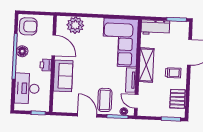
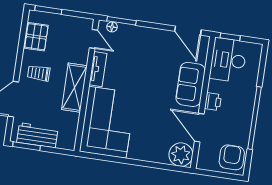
plant: (75, 25) -> (181, 155), moved
armchair: (28, 26) -> (232, 157), turned 90
workbench: (155, 27) -> (37, 135), moved
floor lamp: (22, 51) -> (243, 124), removed
desk: (27, 88) -> (228, 60), moved, turned 180
coffee table: (105, 100) -> (137, 45), removed
door: (87, 115) -> (188, 31), moved

